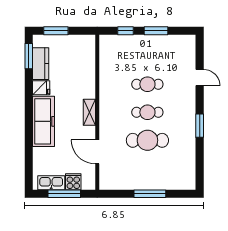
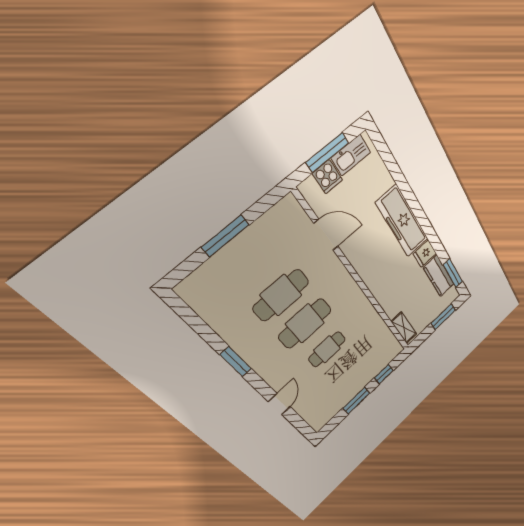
door: (200, 78) -> (279, 404), swing flipped
shelving: (89, 112) -> (404, 328), moved
cafe table: (147, 112) -> (305, 323), width x1.37, depth x1.35

